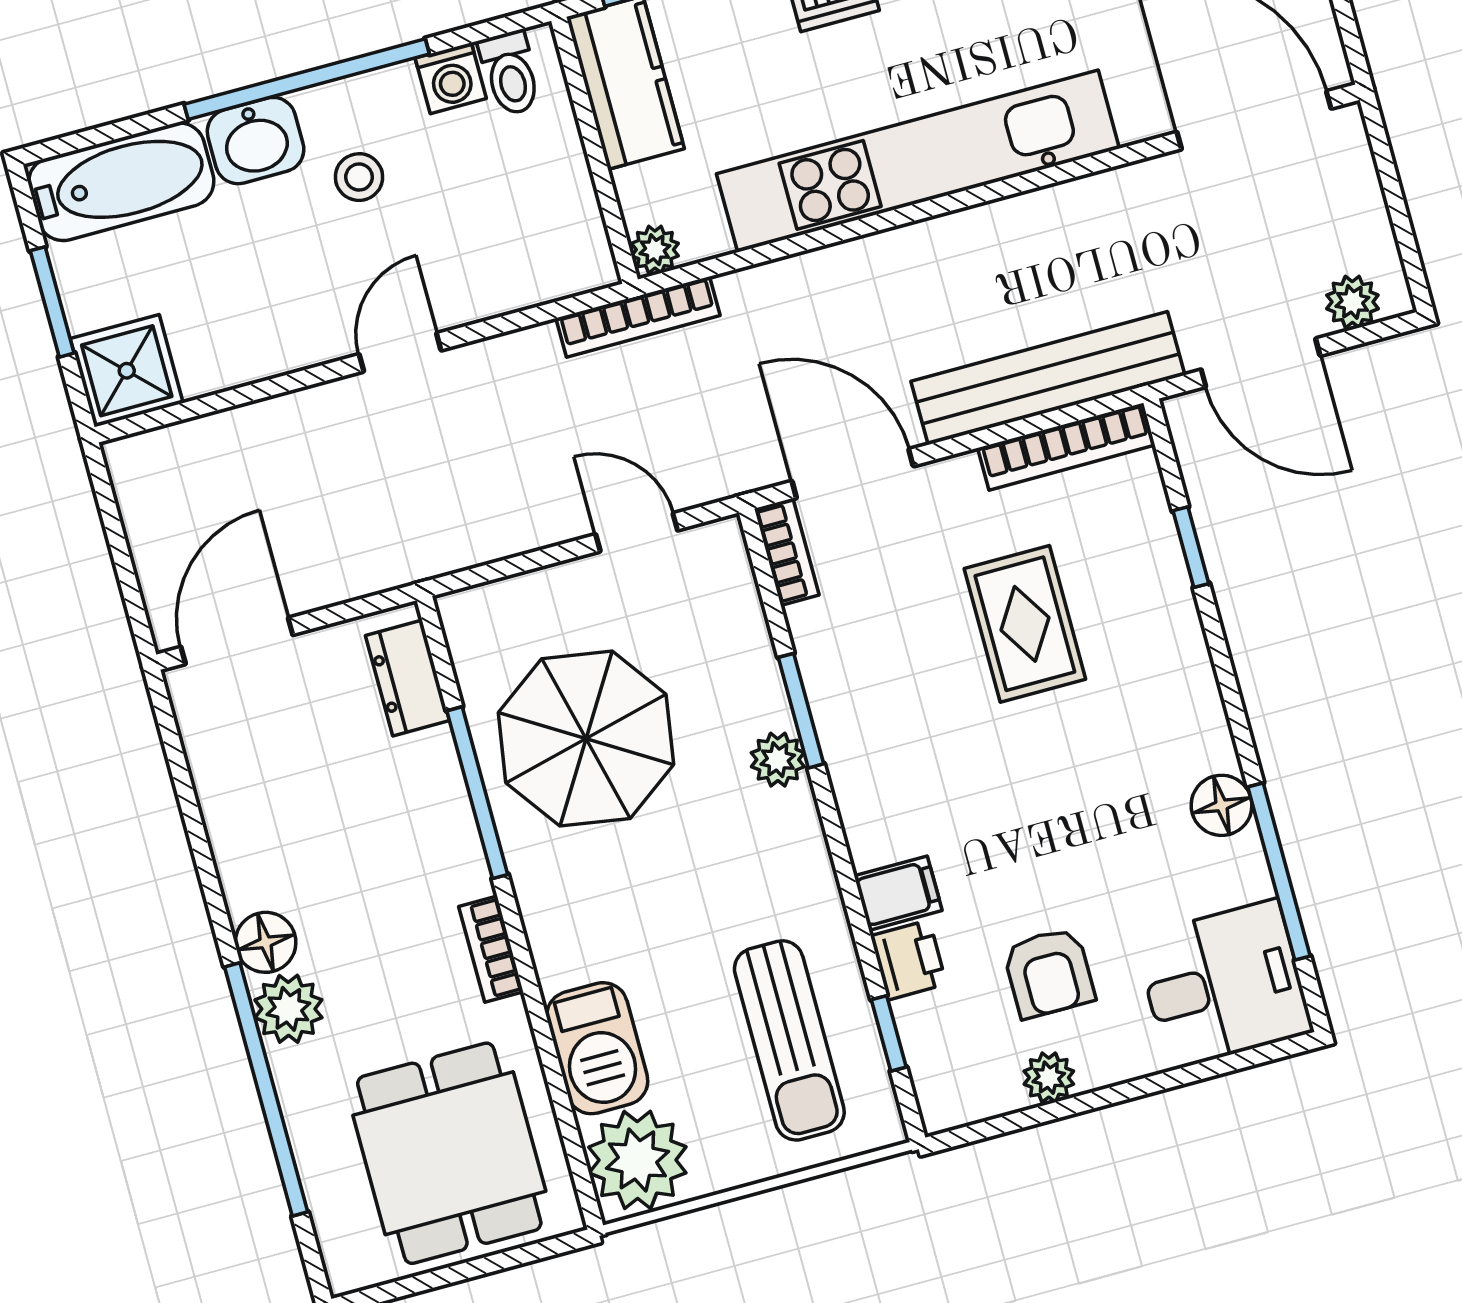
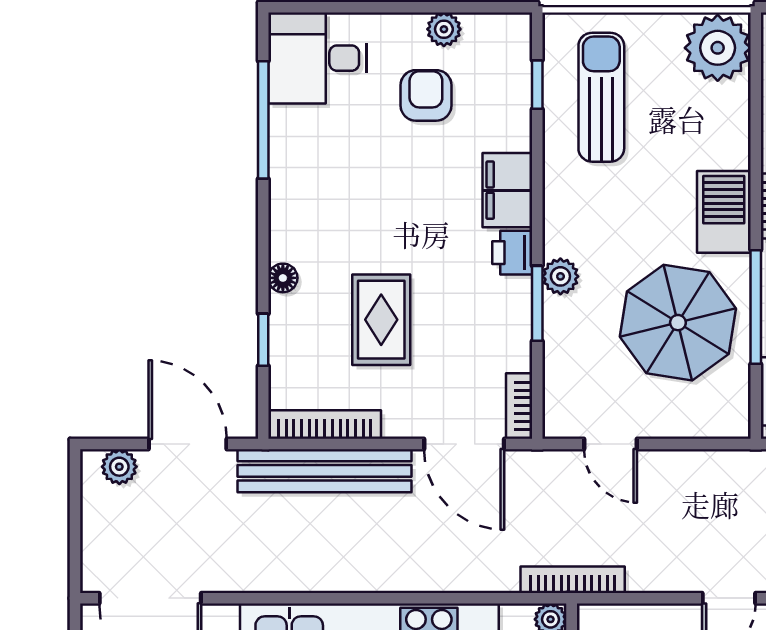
floor lamp: (1222, 805) -> (283, 278), moved, width x0.73, depth x0.73
filing cabinet: (898, 893) -> (507, 190), width x2.00
printer: (908, 960) -> (512, 253), moved
barbecue: (597, 1048) -> (724, 212), moved

